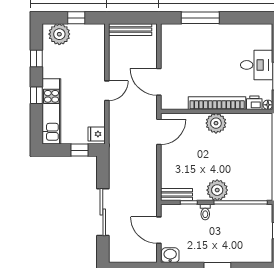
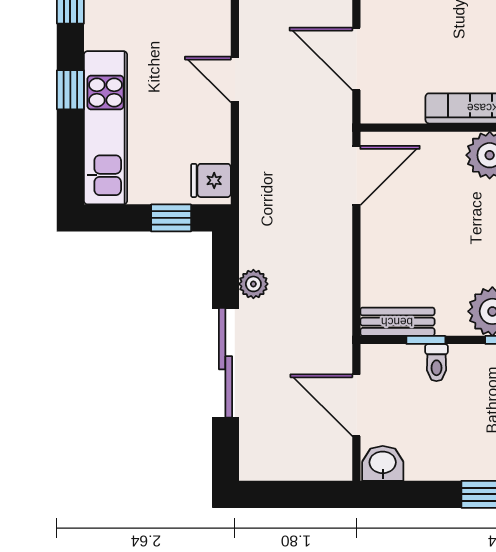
door: (107, 91) -> (235, 79), swing flipped
plant: (115, 178) -> (253, 284), added
toilet: (205, 212) -> (436, 363), moved

